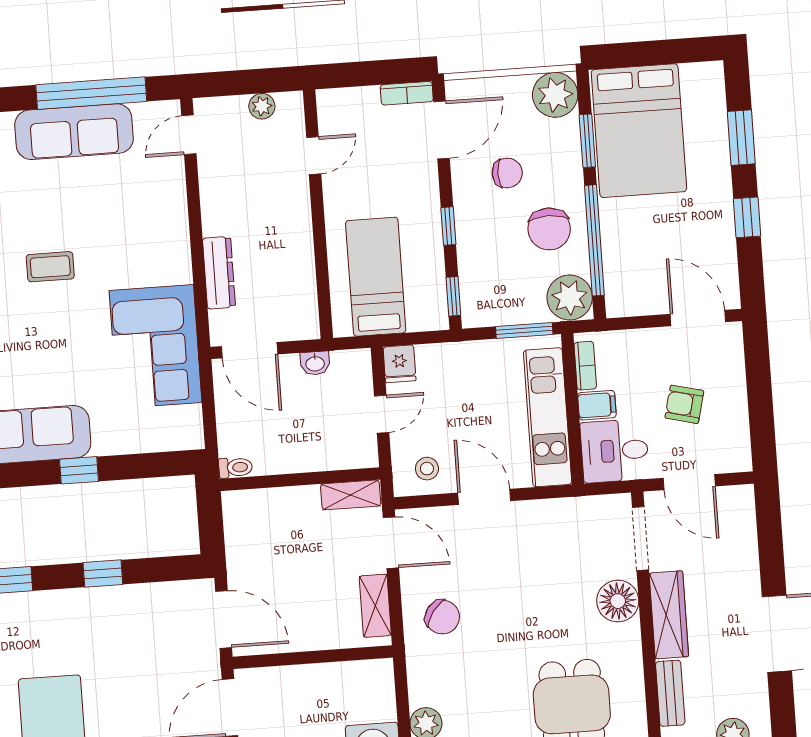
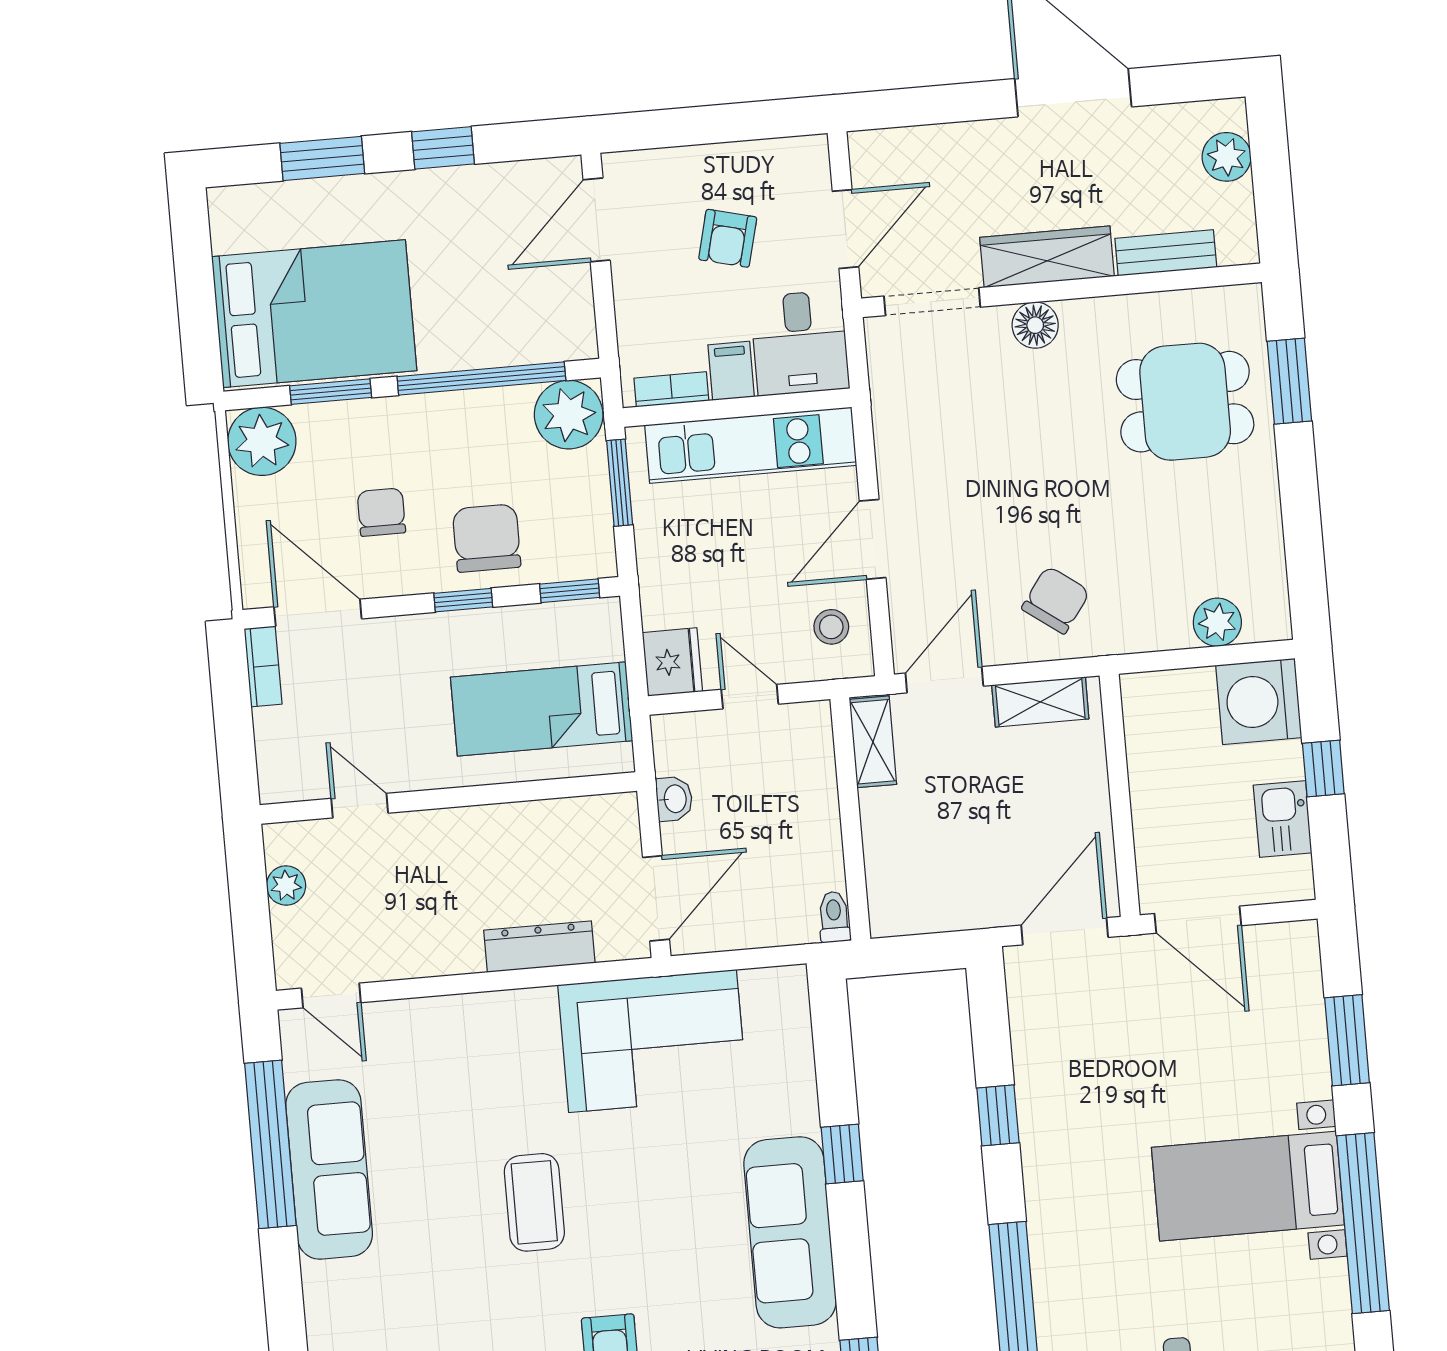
chair: (549, 229) -> (487, 538), moved, turned -90
coffee table: (50, 267) -> (534, 1202), width x1.36, depth x1.30
fridge: (400, 364) -> (672, 662), width x1.38
floor lamp: (618, 601) -> (1035, 325), width x0.73, depth x0.73

